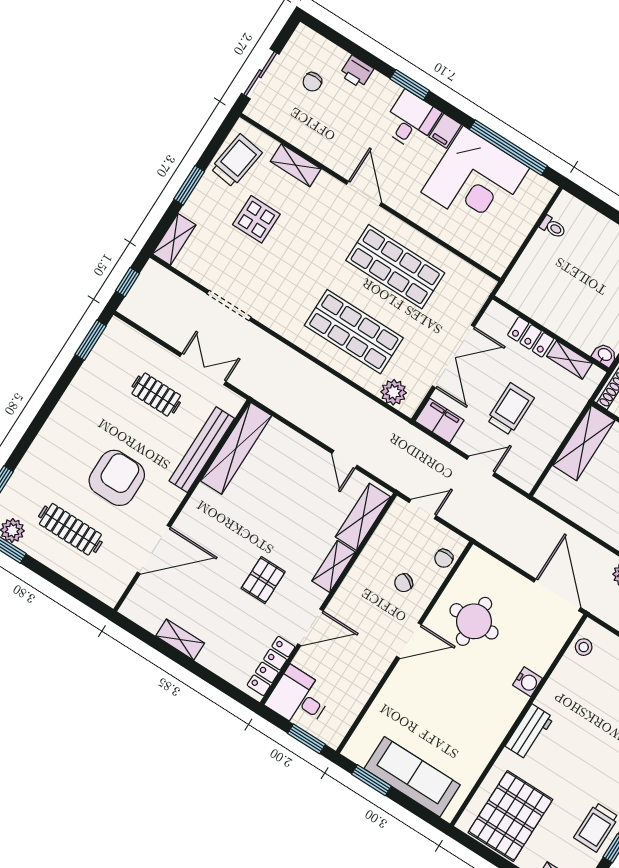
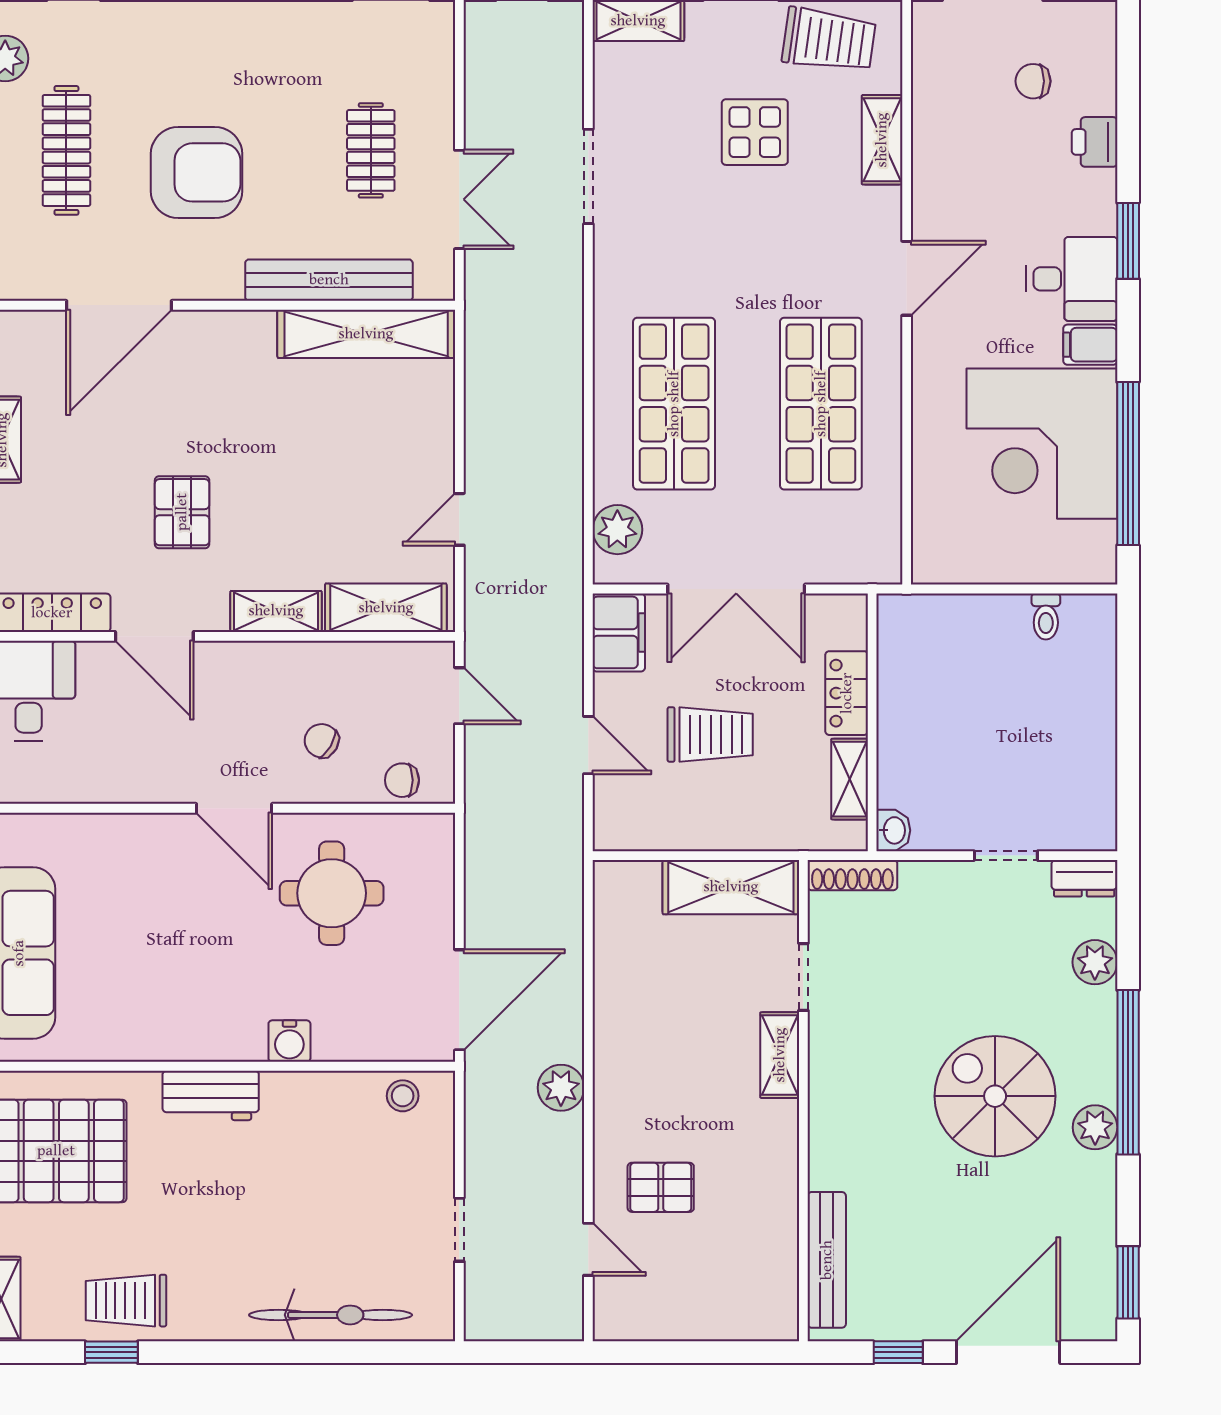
door: (154, 550) -> (119, 305), hinge flipped
pallet: (263, 580) -> (182, 512), turned 90

